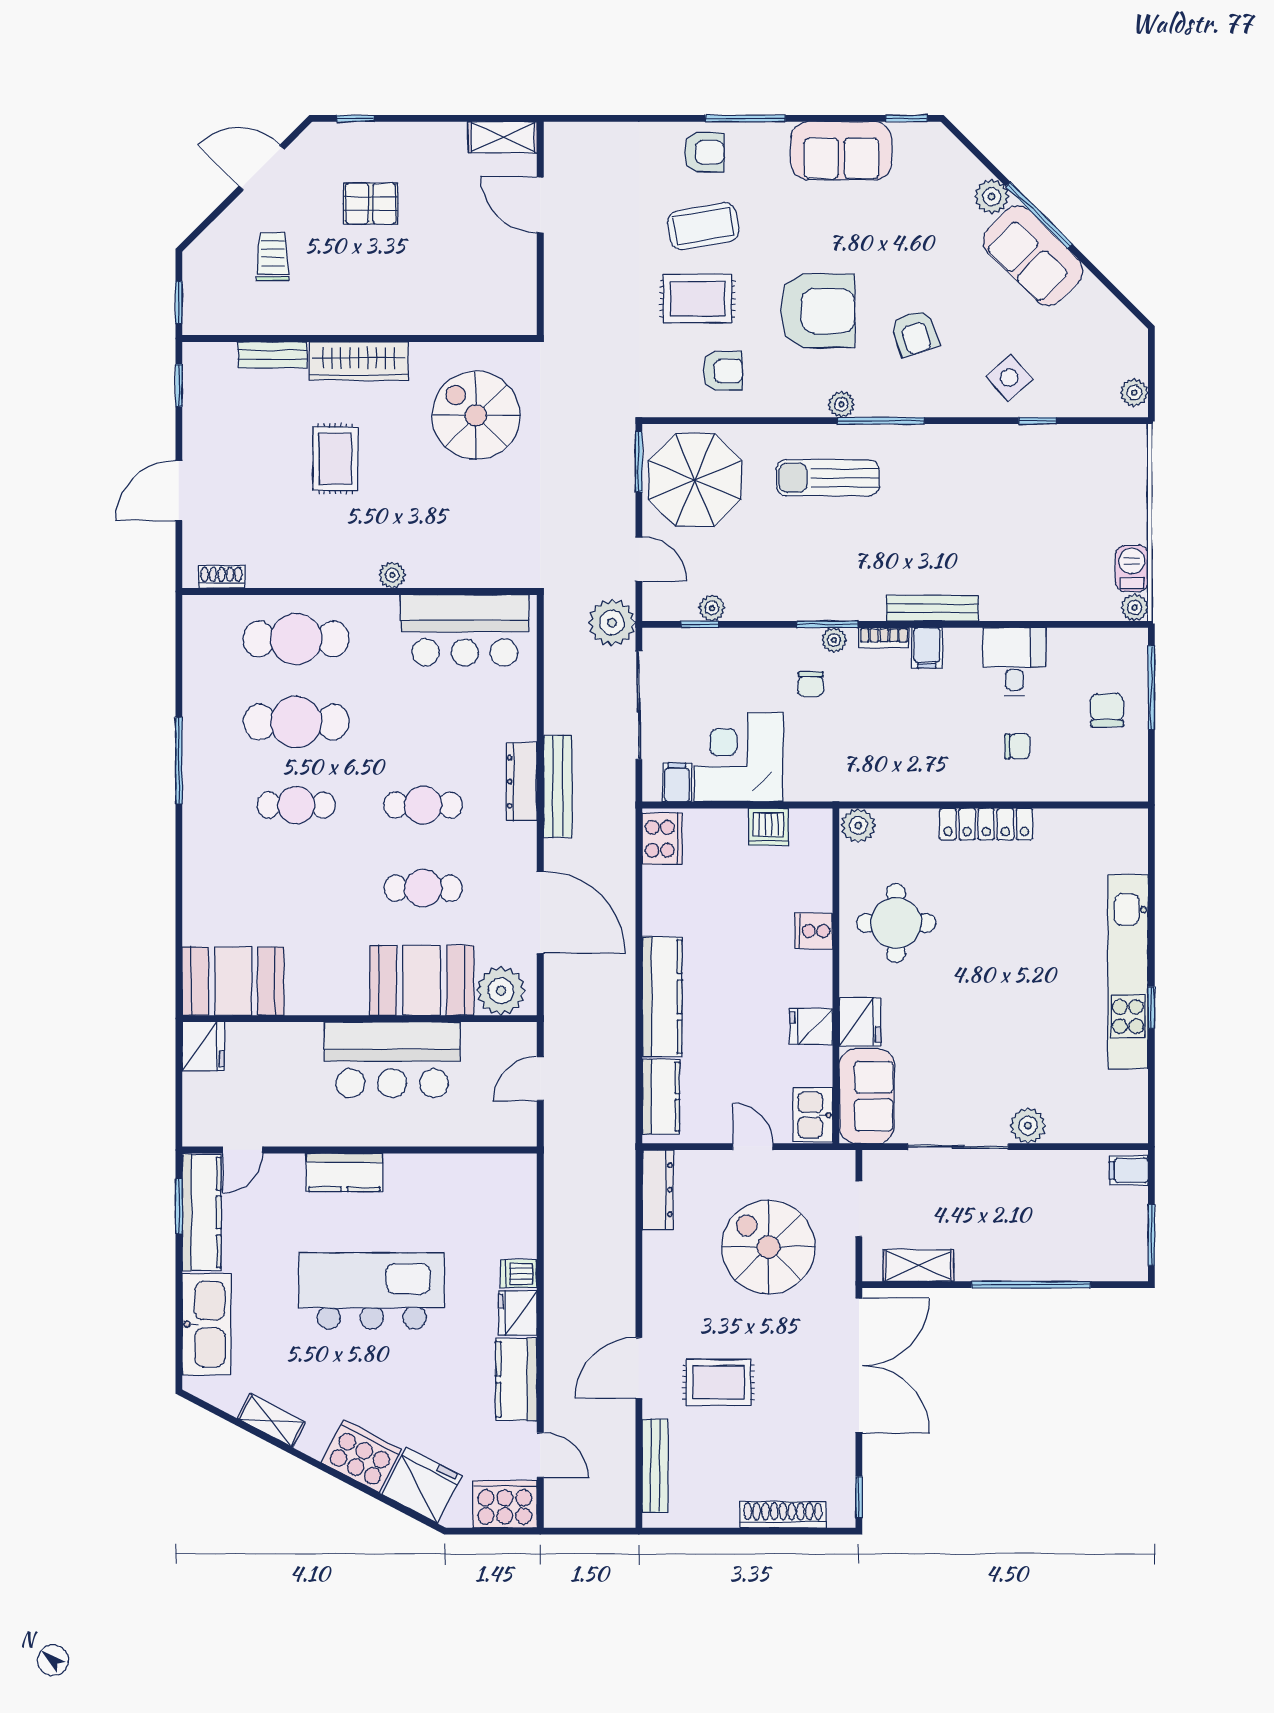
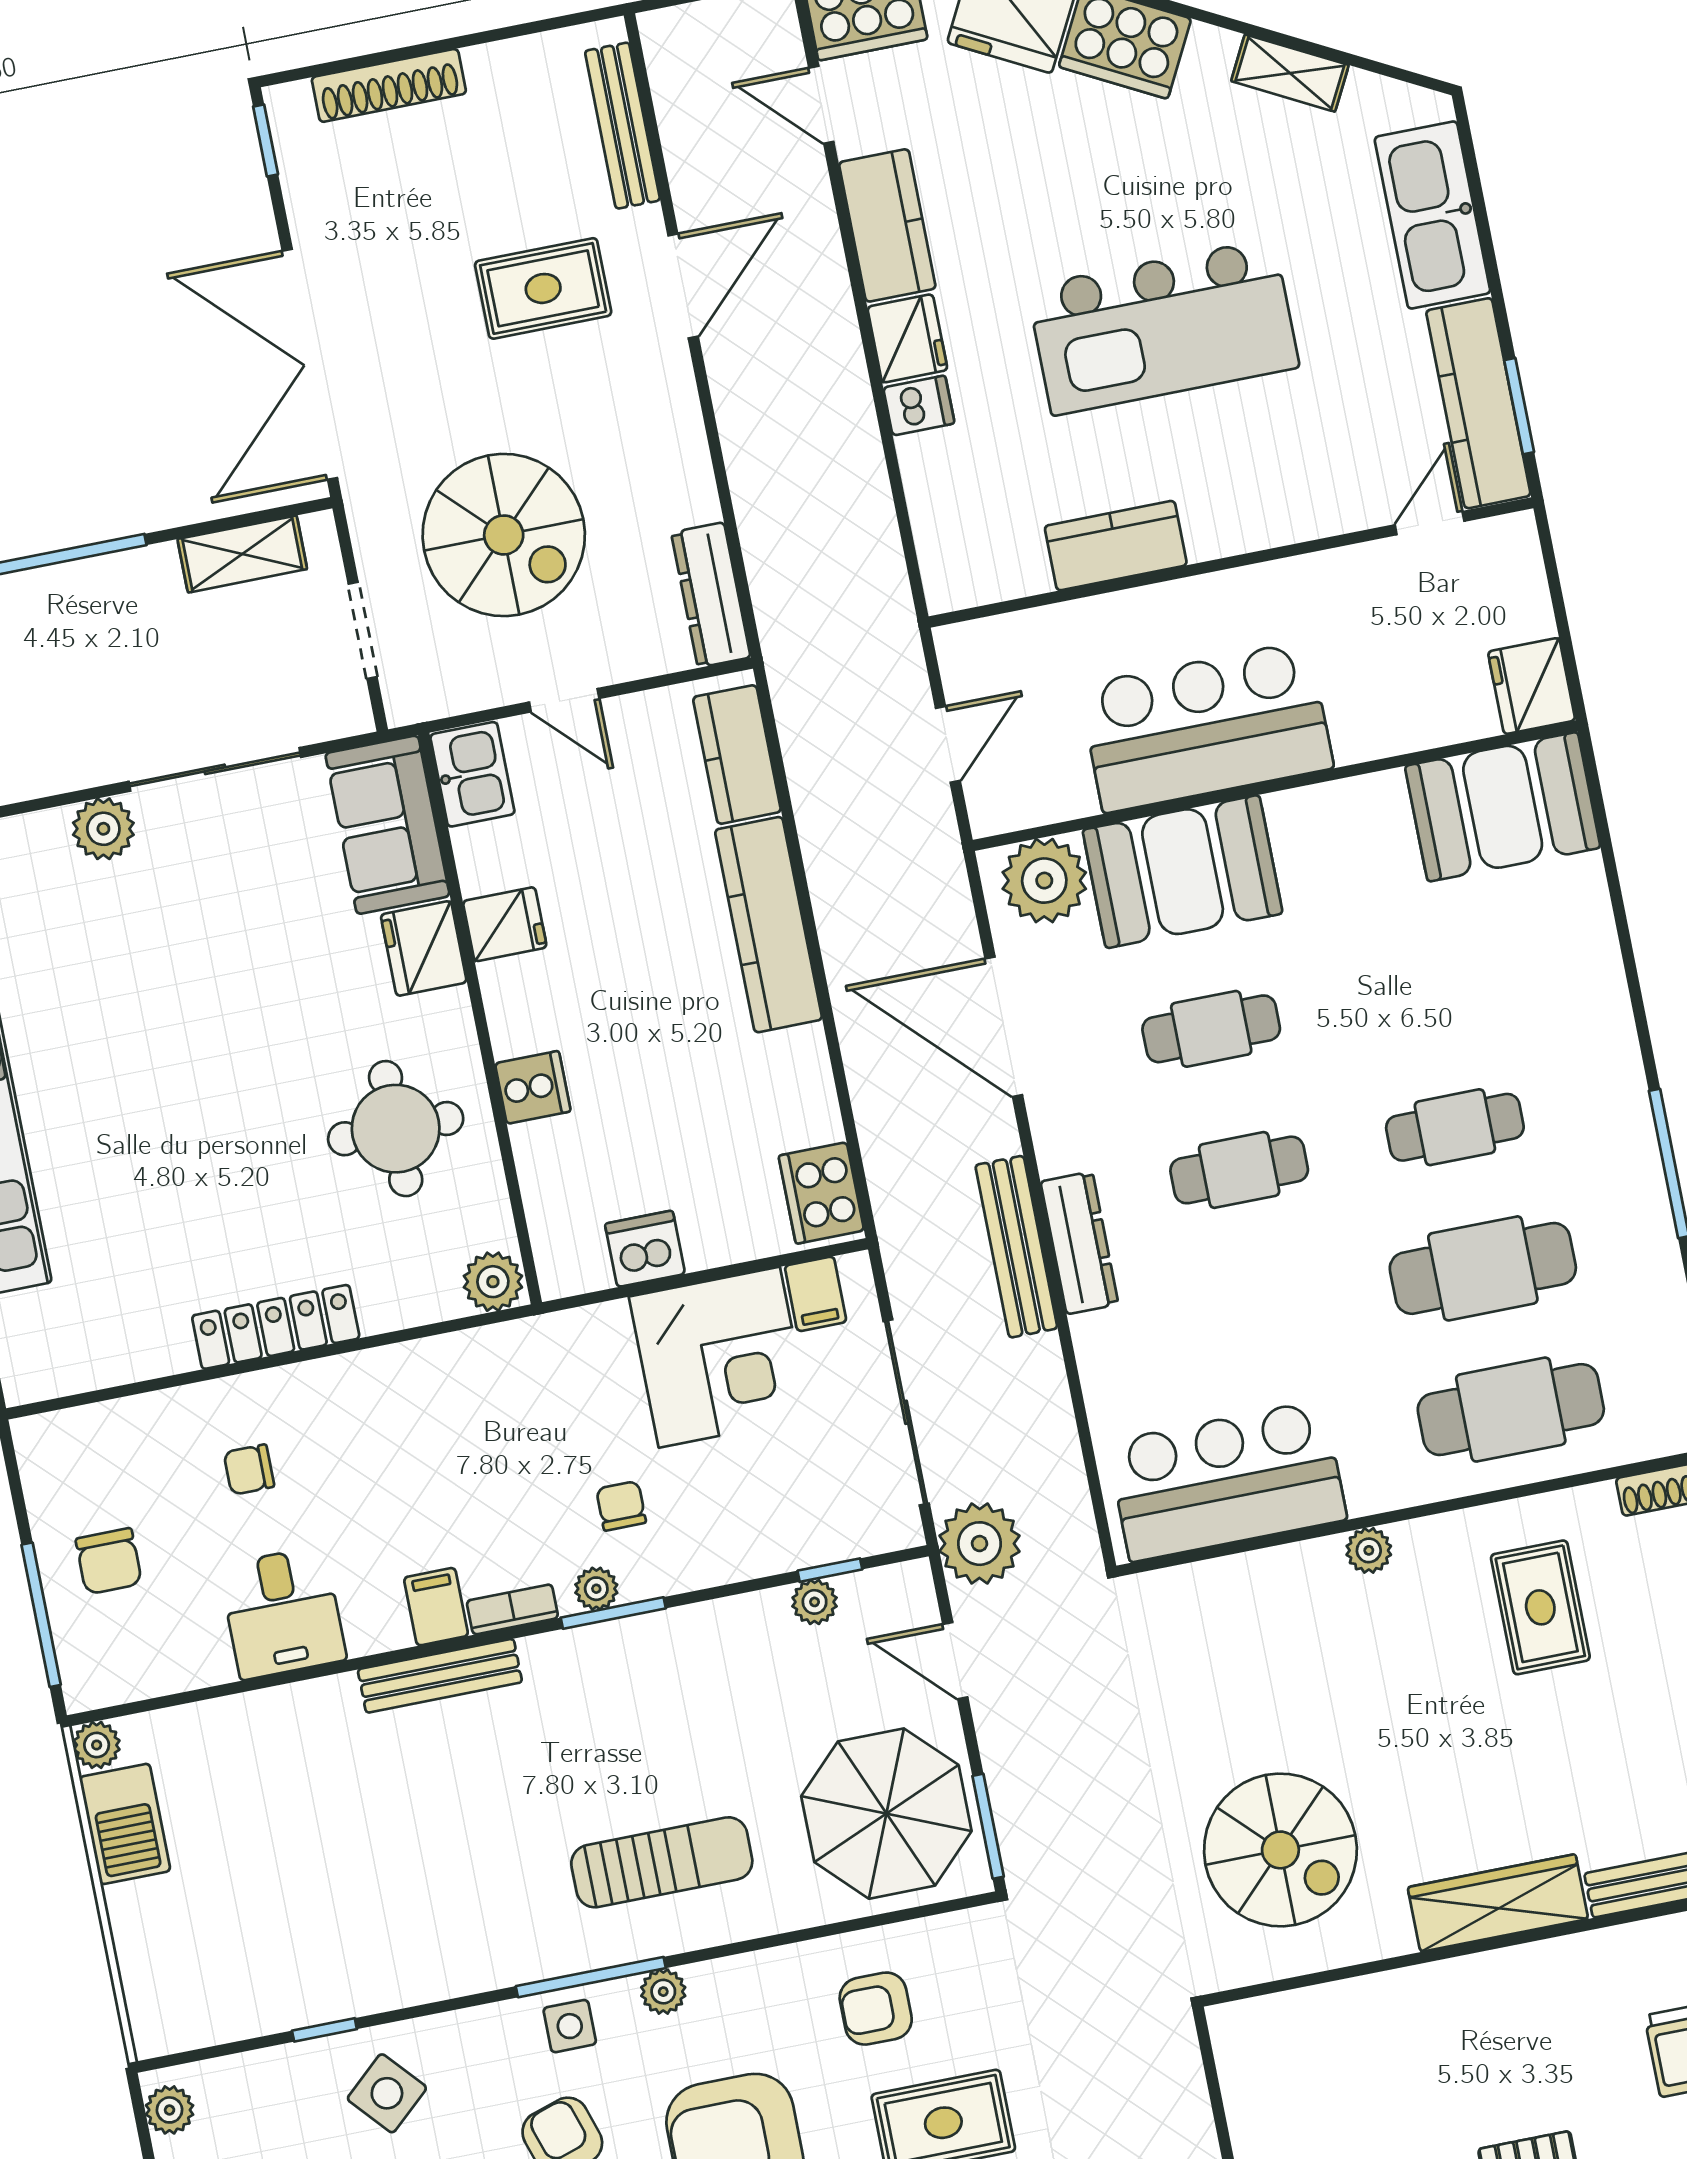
side table: (898, 395) -> (570, 2026), added
rug: (335, 459) -> (1540, 1607), moved
barbecue: (1132, 568) -> (125, 1824), width x1.38, depth x1.27
kitchen counter: (344, 1172) -> (1116, 546), moved

